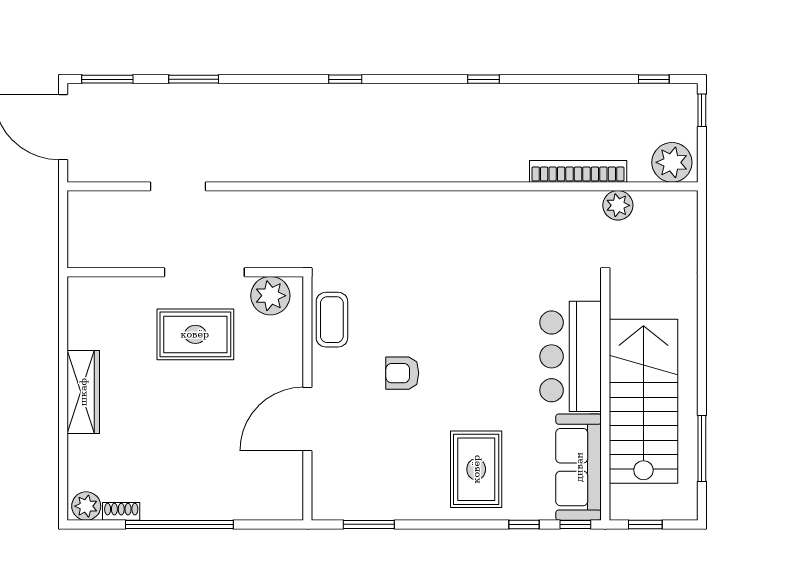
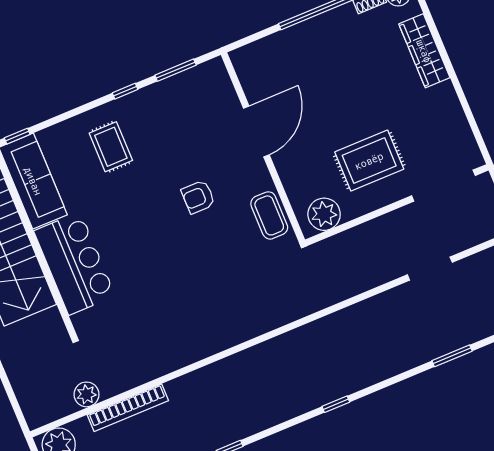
doorway: (204, 272) -> (443, 186), moved
armchair: (402, 373) -> (198, 197), turned 180
wardrobe: (83, 392) -> (424, 51), moved
rug: (476, 469) -> (111, 147), width x0.73, depth x0.70
window: (524, 524) -> (125, 91), moved

